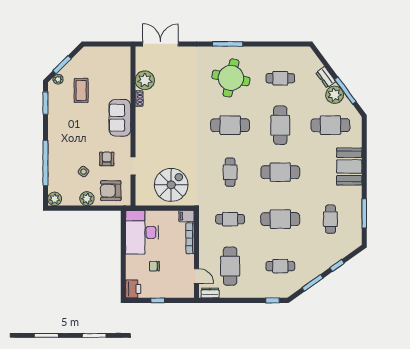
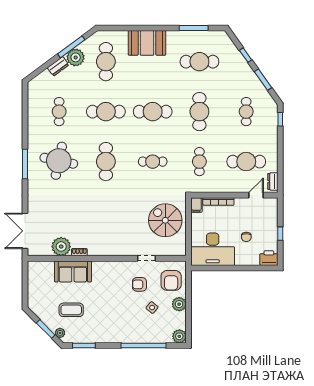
sofa: (120, 118) -> (73, 271), moved
cafe table: (280, 172) -> (153, 112), turned 90
cafe table: (330, 219) -> (199, 62), width x1.37, depth x1.35

